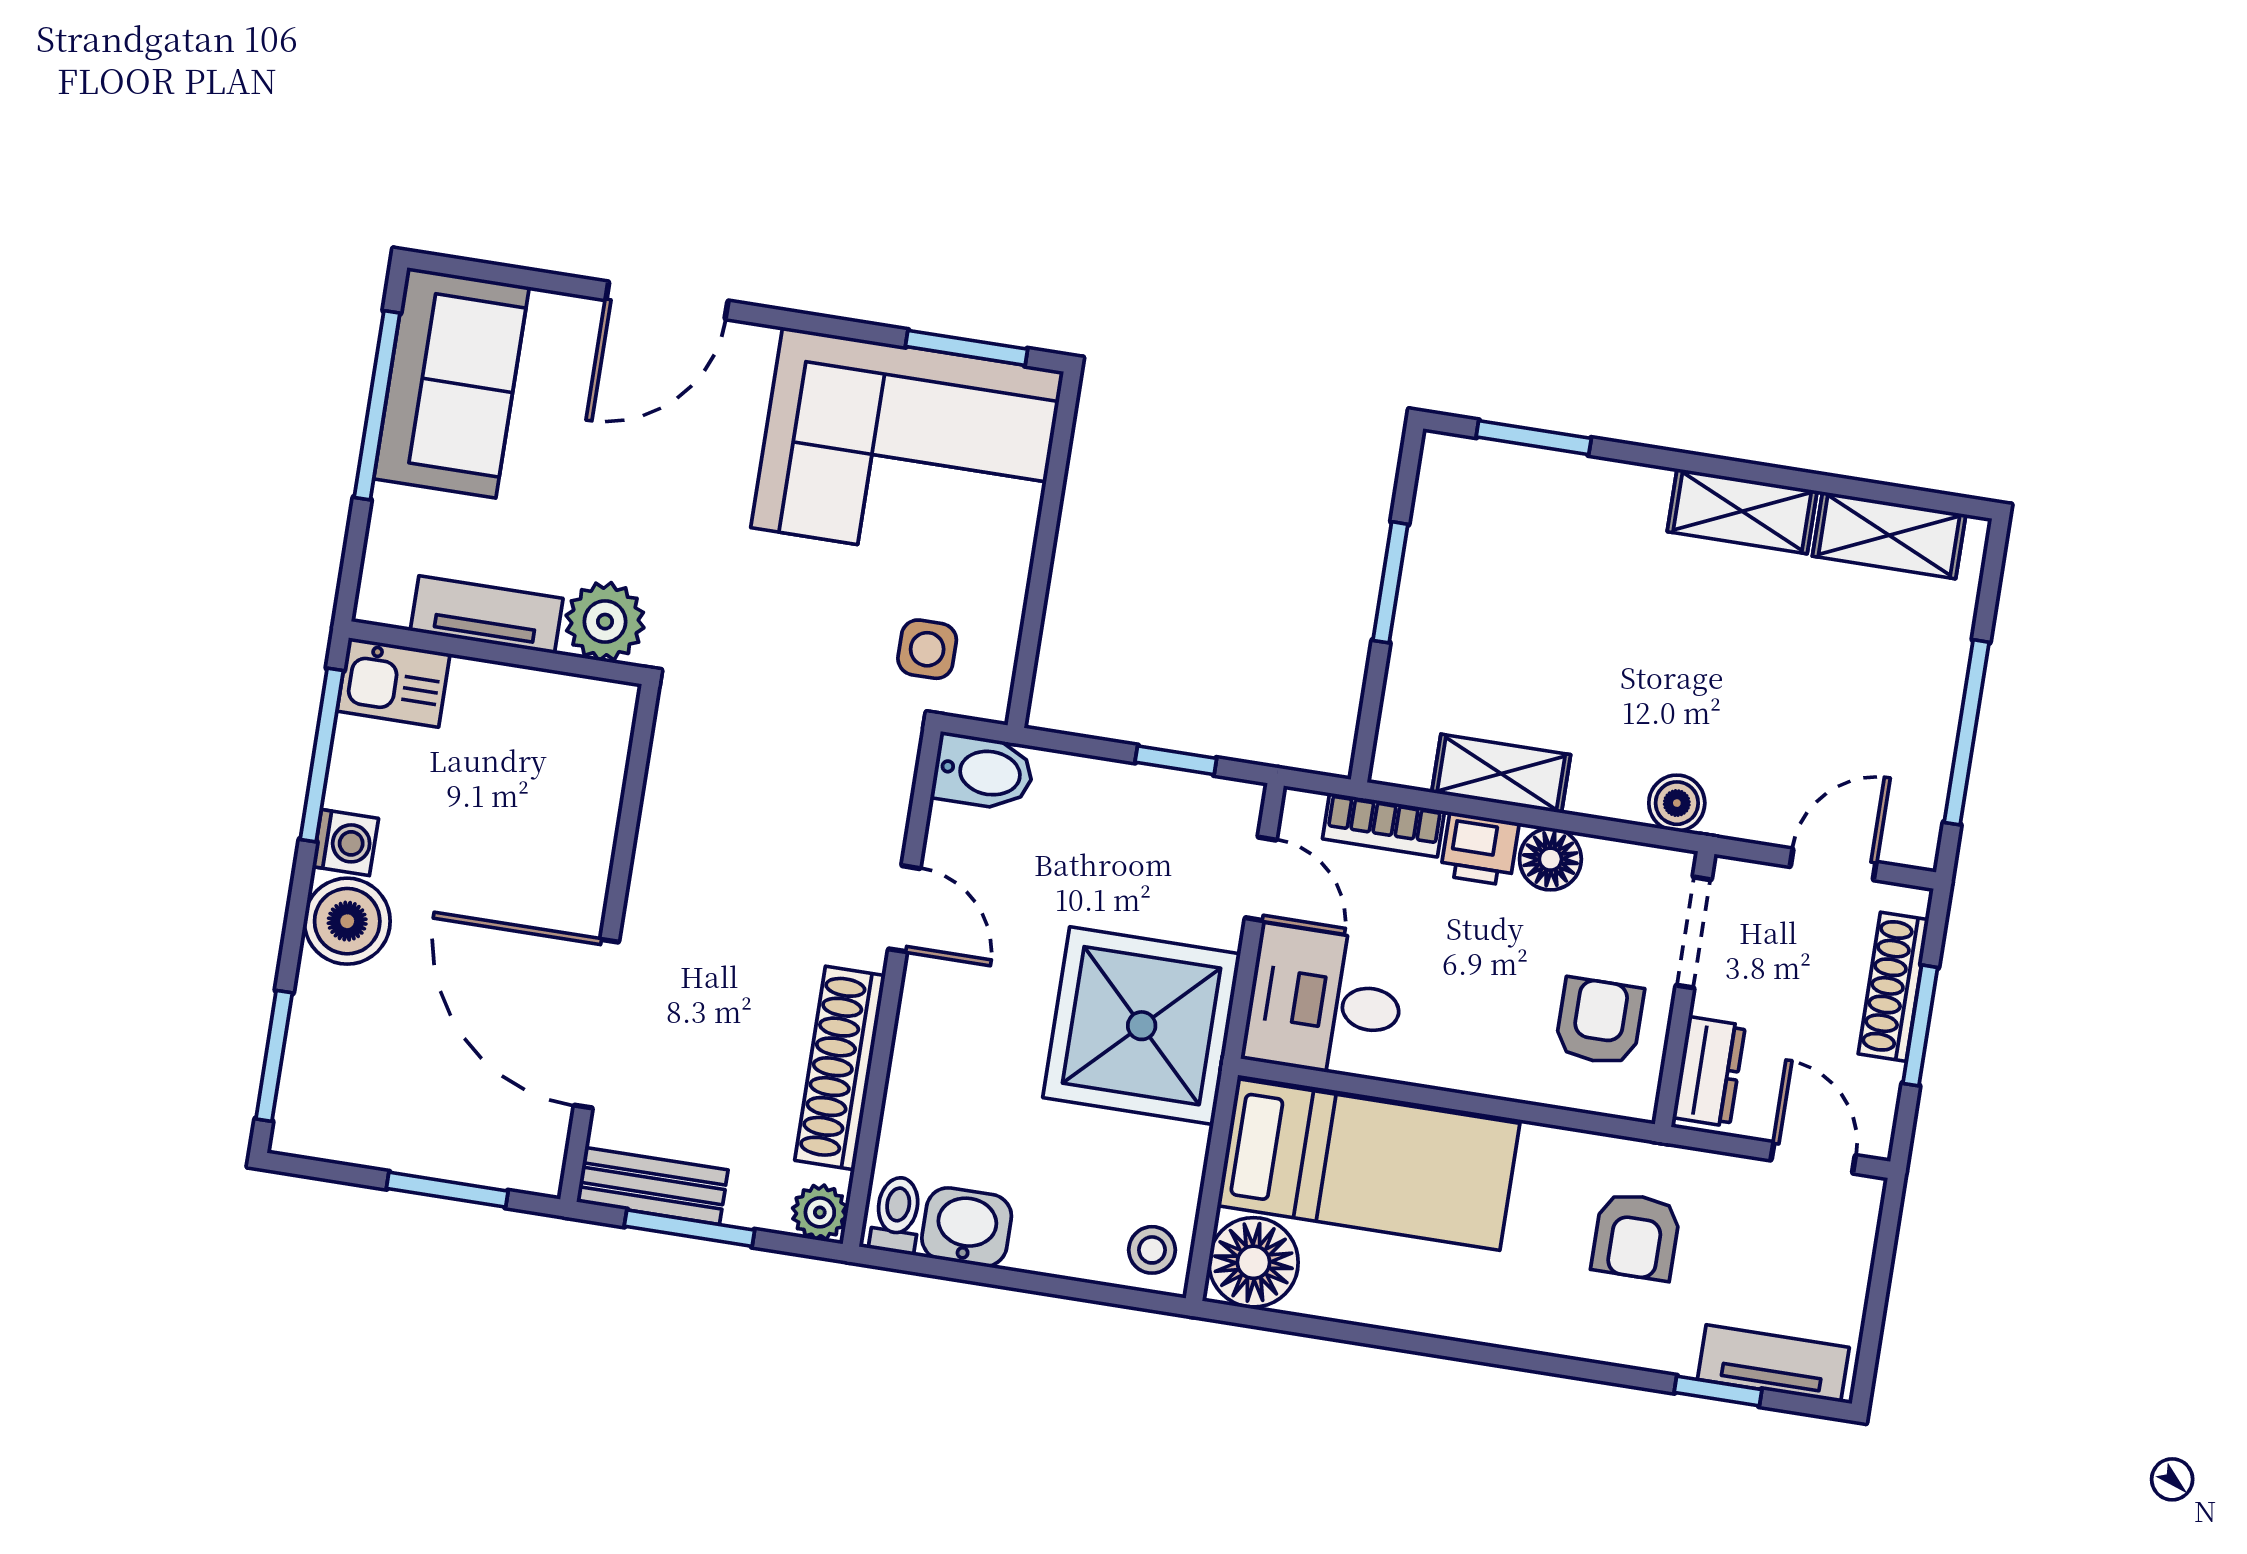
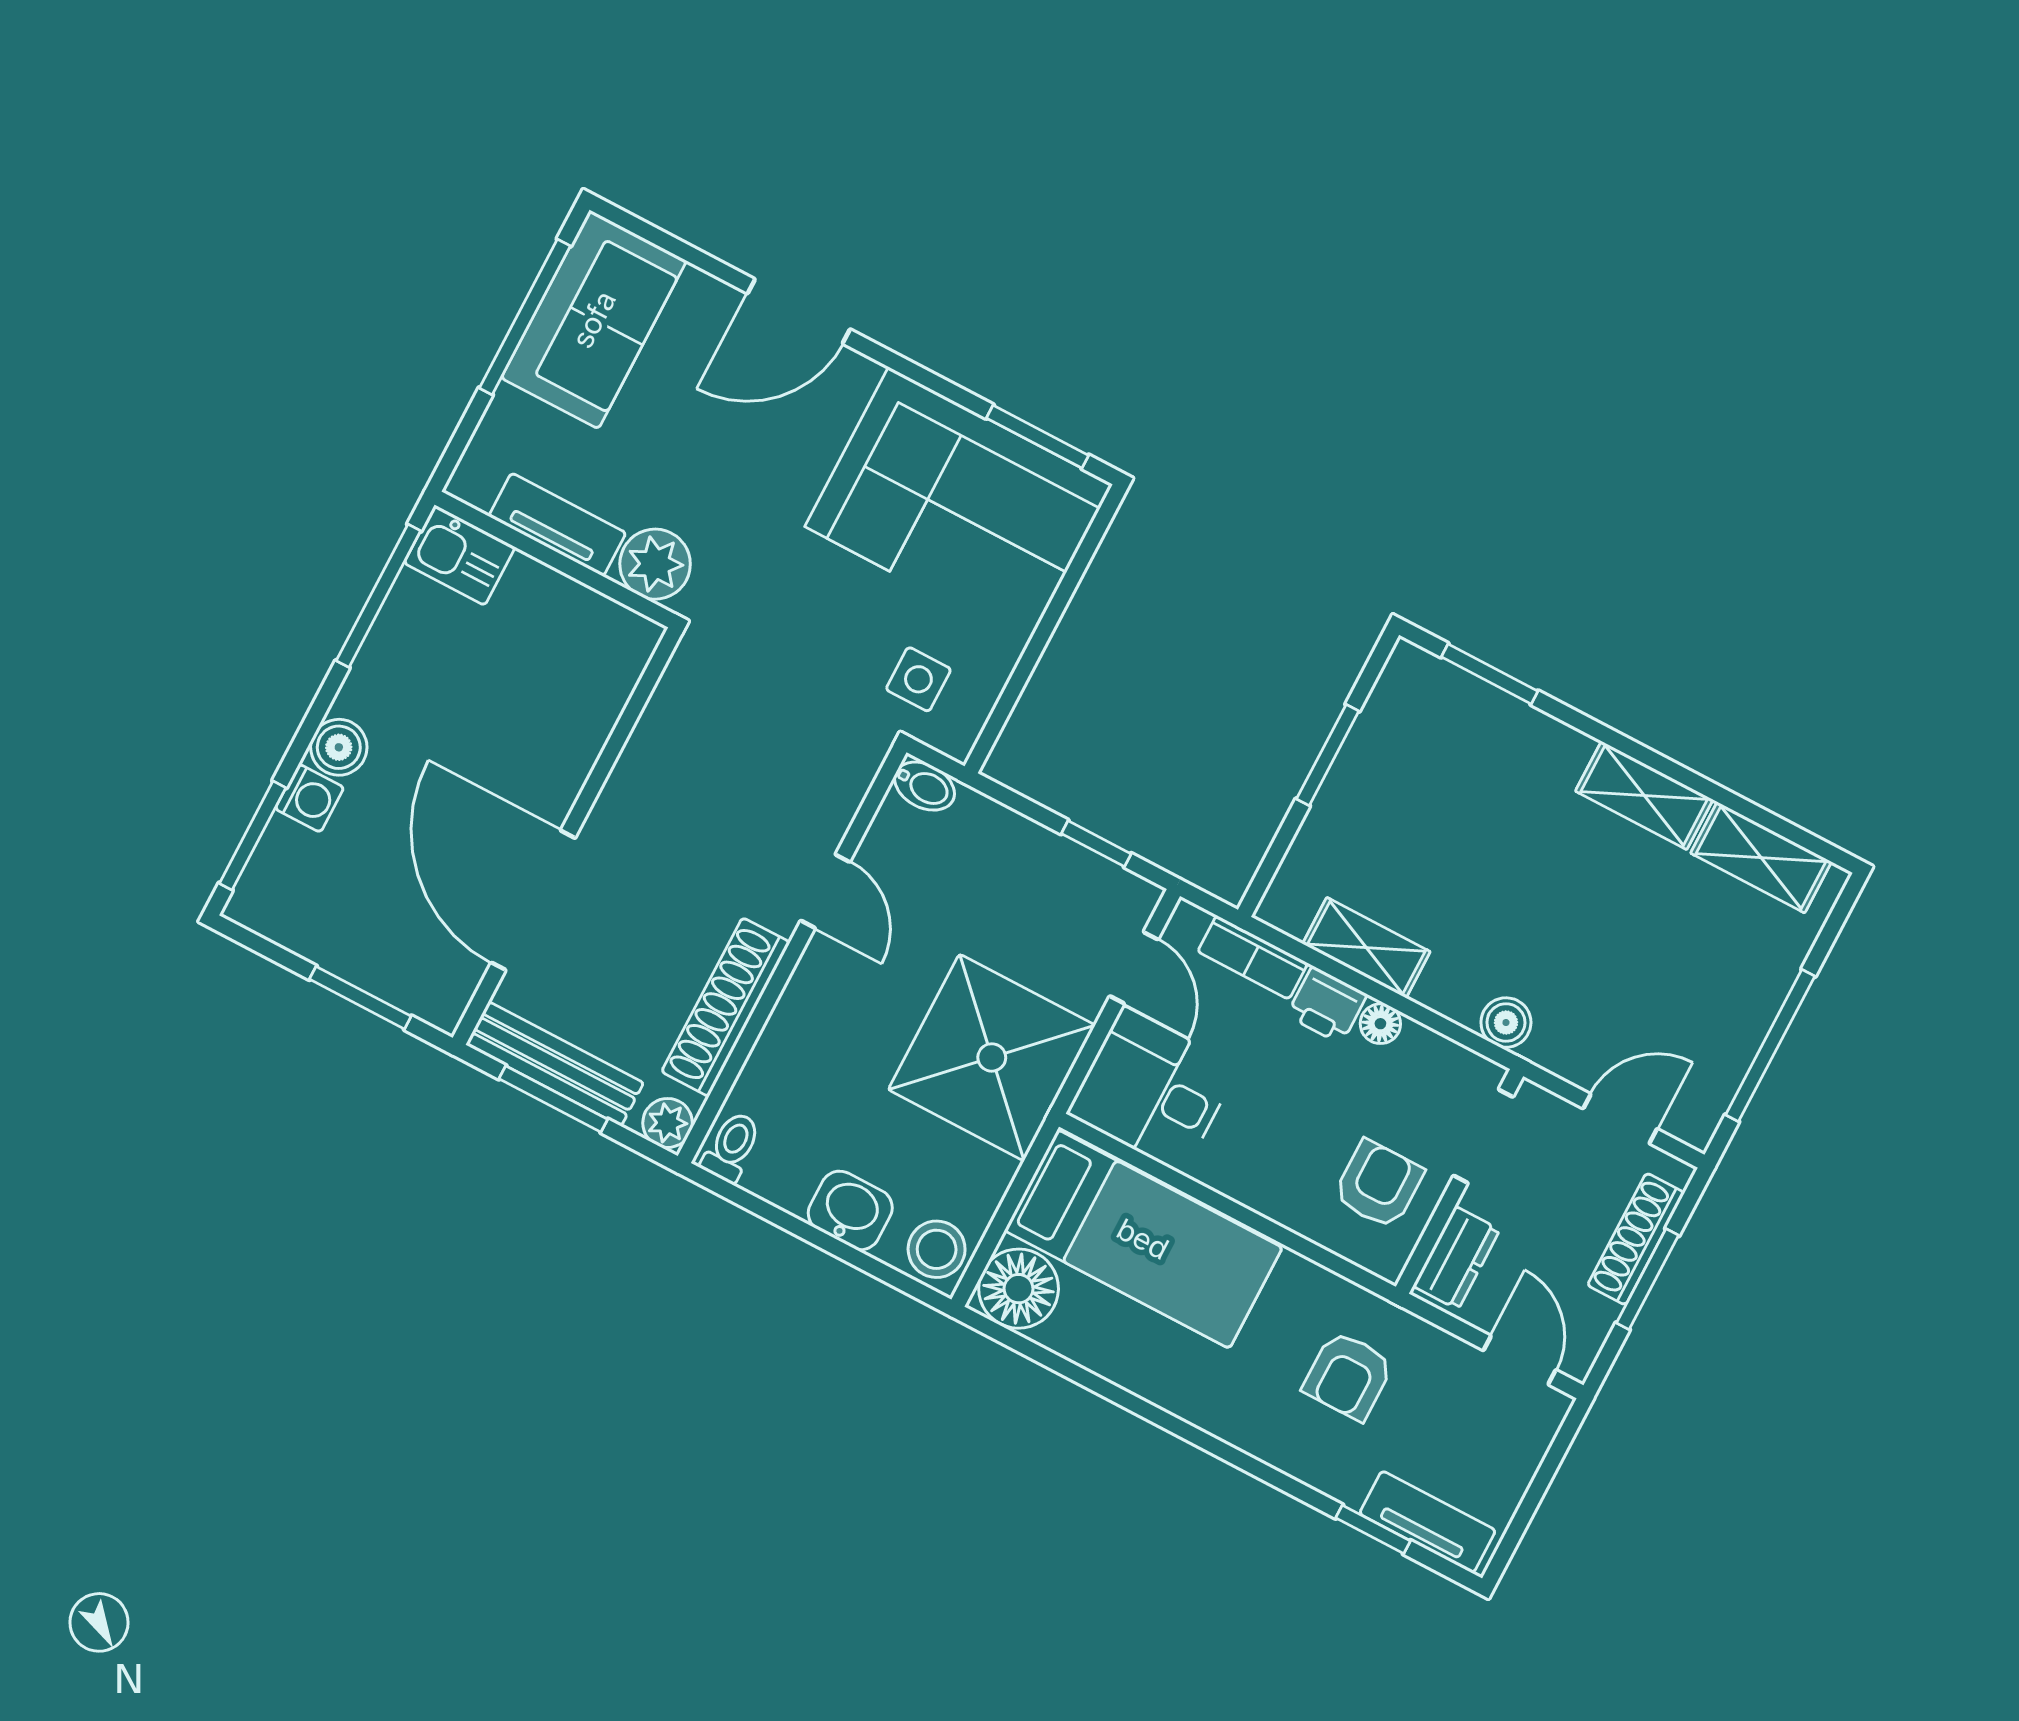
bidet: (983, 772) -> (924, 786), width x0.72, depth x0.74
washing machine: (345, 842) -> (309, 798), moved
floor lamp: (1550, 859) -> (1380, 1024), width x0.73, depth x0.73
boiler: (347, 921) -> (339, 747), width x0.73, depth x0.73
bench: (652, 1186) -> (555, 1064), width x1.36
washbasin: (967, 1227) -> (850, 1210), moved
stool: (1152, 1250) -> (937, 1249), width x1.37, depth x1.37

